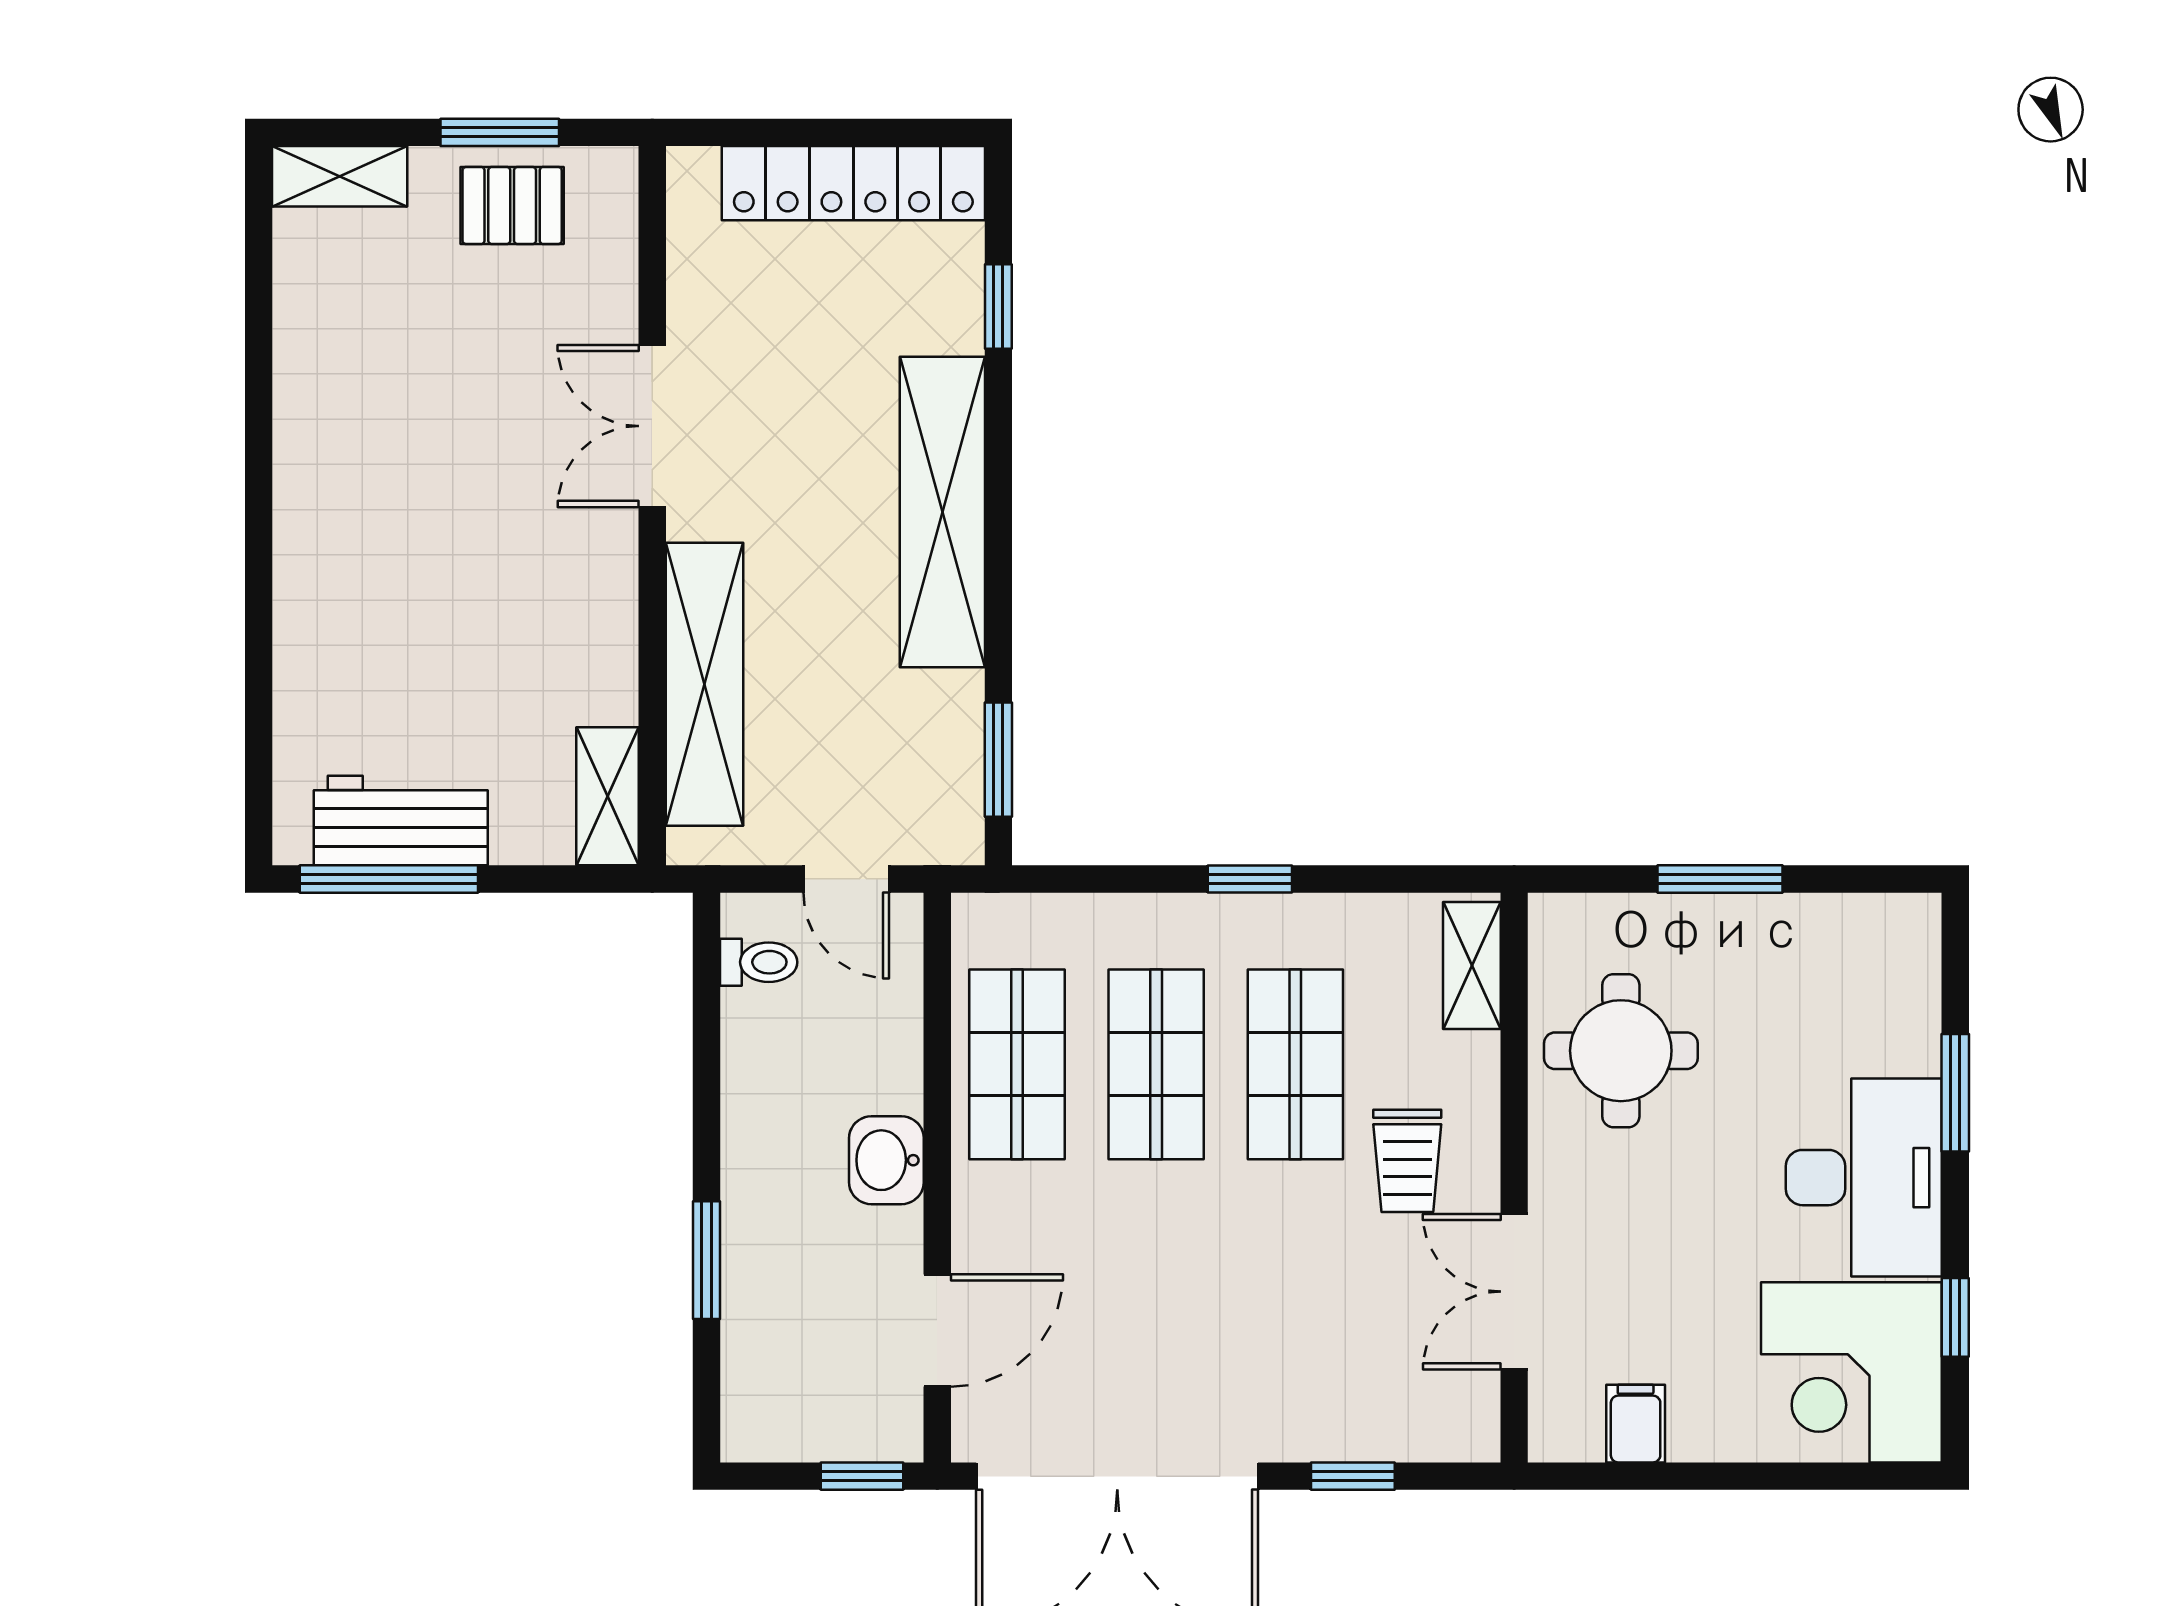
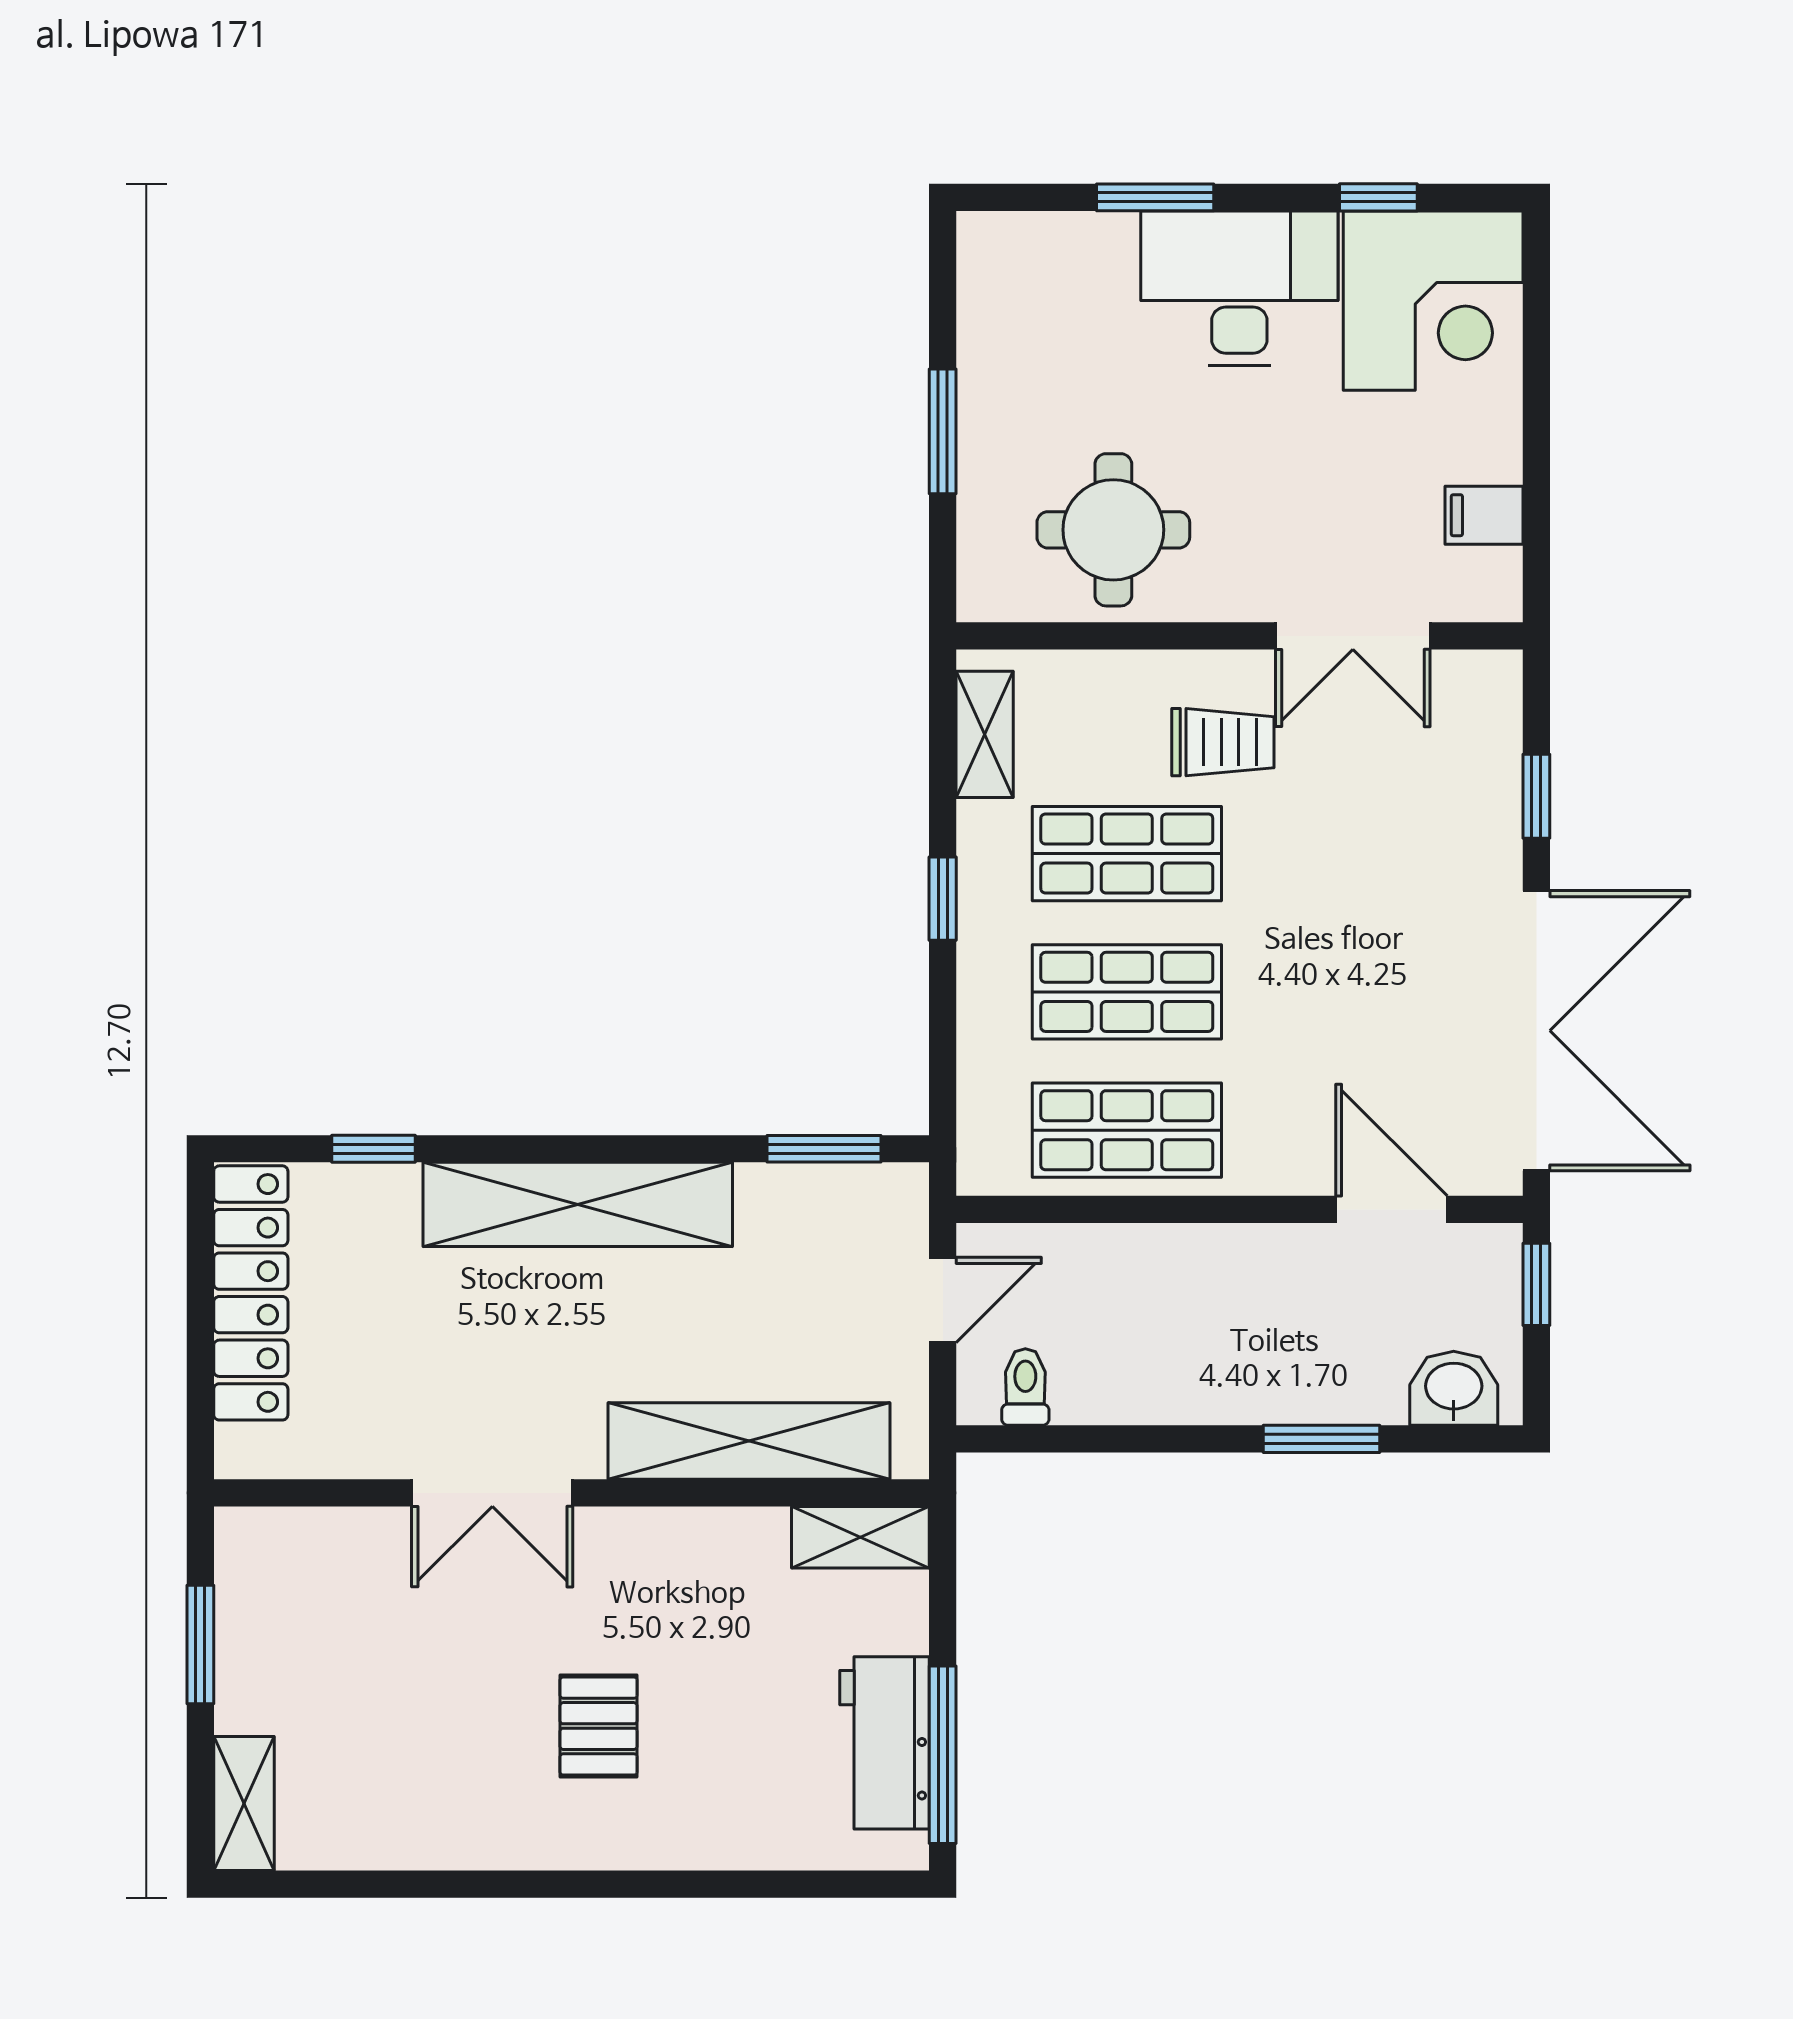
pallet: (512, 206) -> (599, 1726), moved
shelving: (1472, 965) -> (985, 734), moved, turned 90
washbasin: (886, 1160) -> (1454, 1388), moved, turned 180

